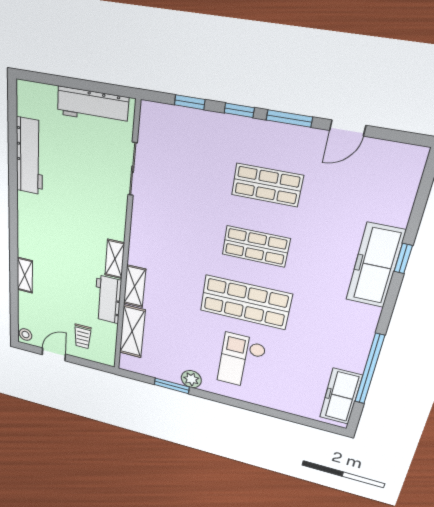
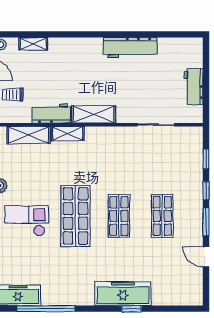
workbench: (93, 106) -> (194, 87), width x0.73
workbench: (29, 156) -> (130, 48), moved
shelving: (115, 259) -> (94, 114), width x1.50, depth x1.33
shelving: (25, 275) -> (33, 44), moved

